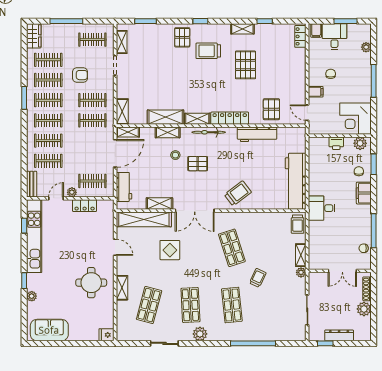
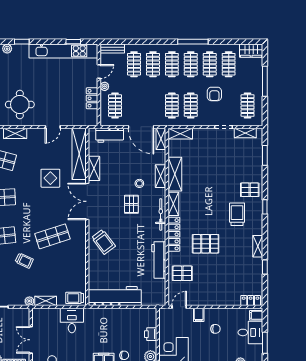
pallet: (245, 65) -> (206, 244), moved
window: (24, 98) -> (193, 42), width x1.44
door: (56, 198) -> (99, 72), hinge flipped
desk: (322, 208) -> (72, 320), moved

